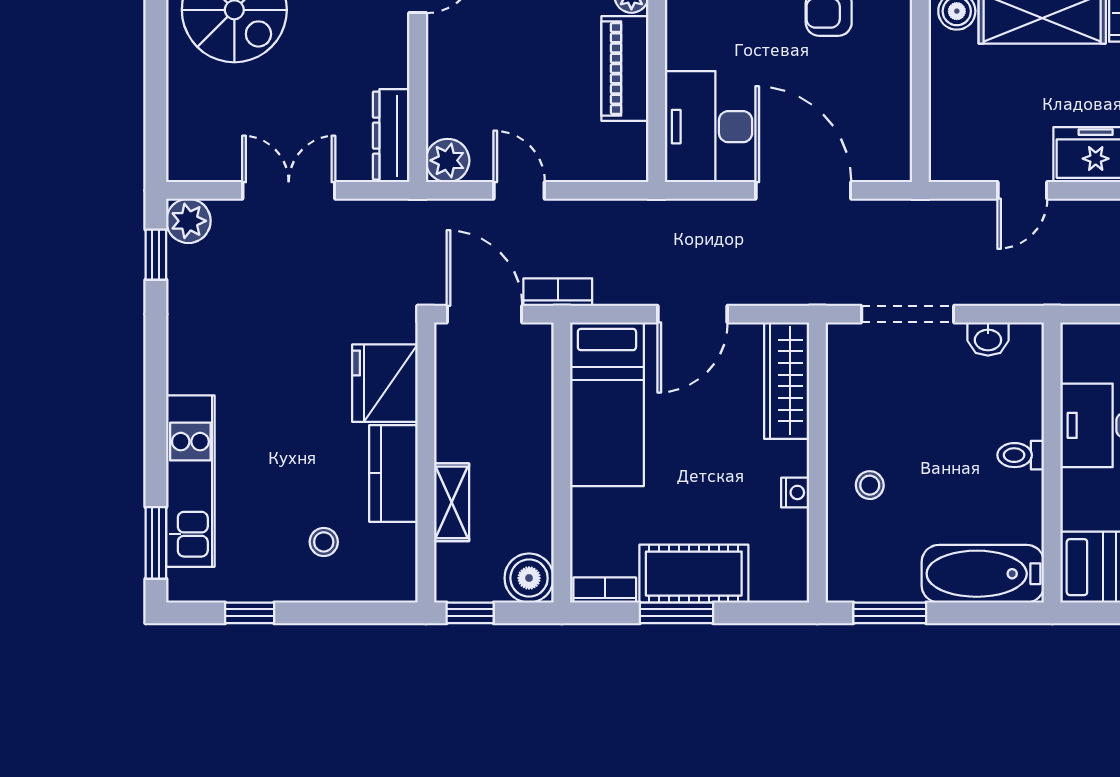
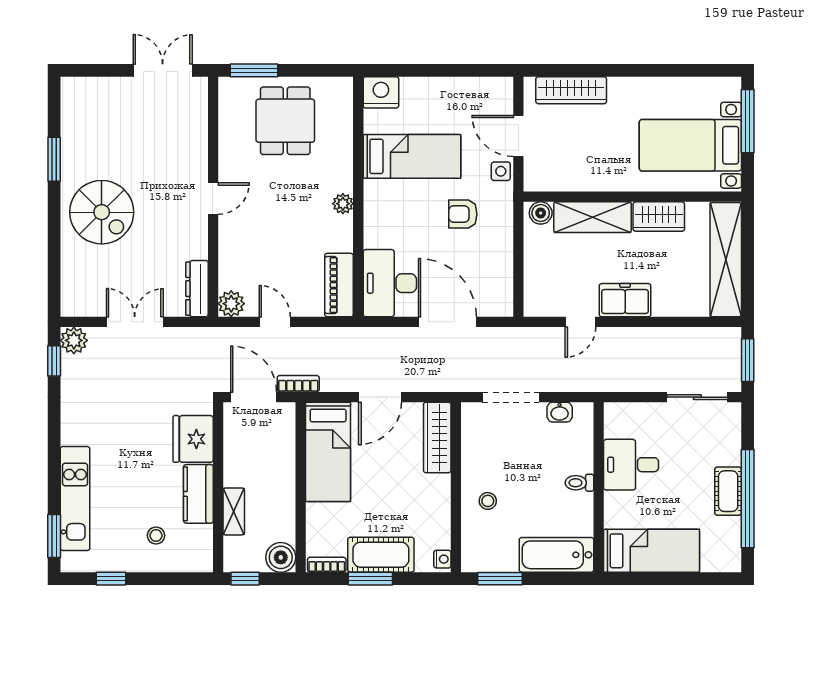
piano: (625, 68) -> (339, 285), moved
nightstand: (795, 492) -> (442, 559), moved

